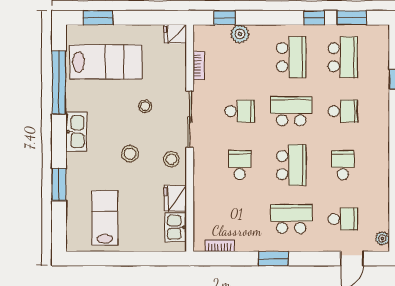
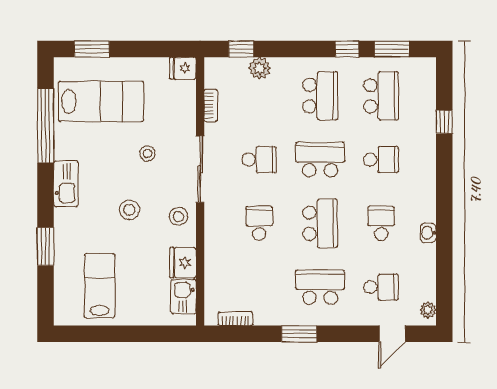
washbasin: (383, 173) -> (428, 233), added

